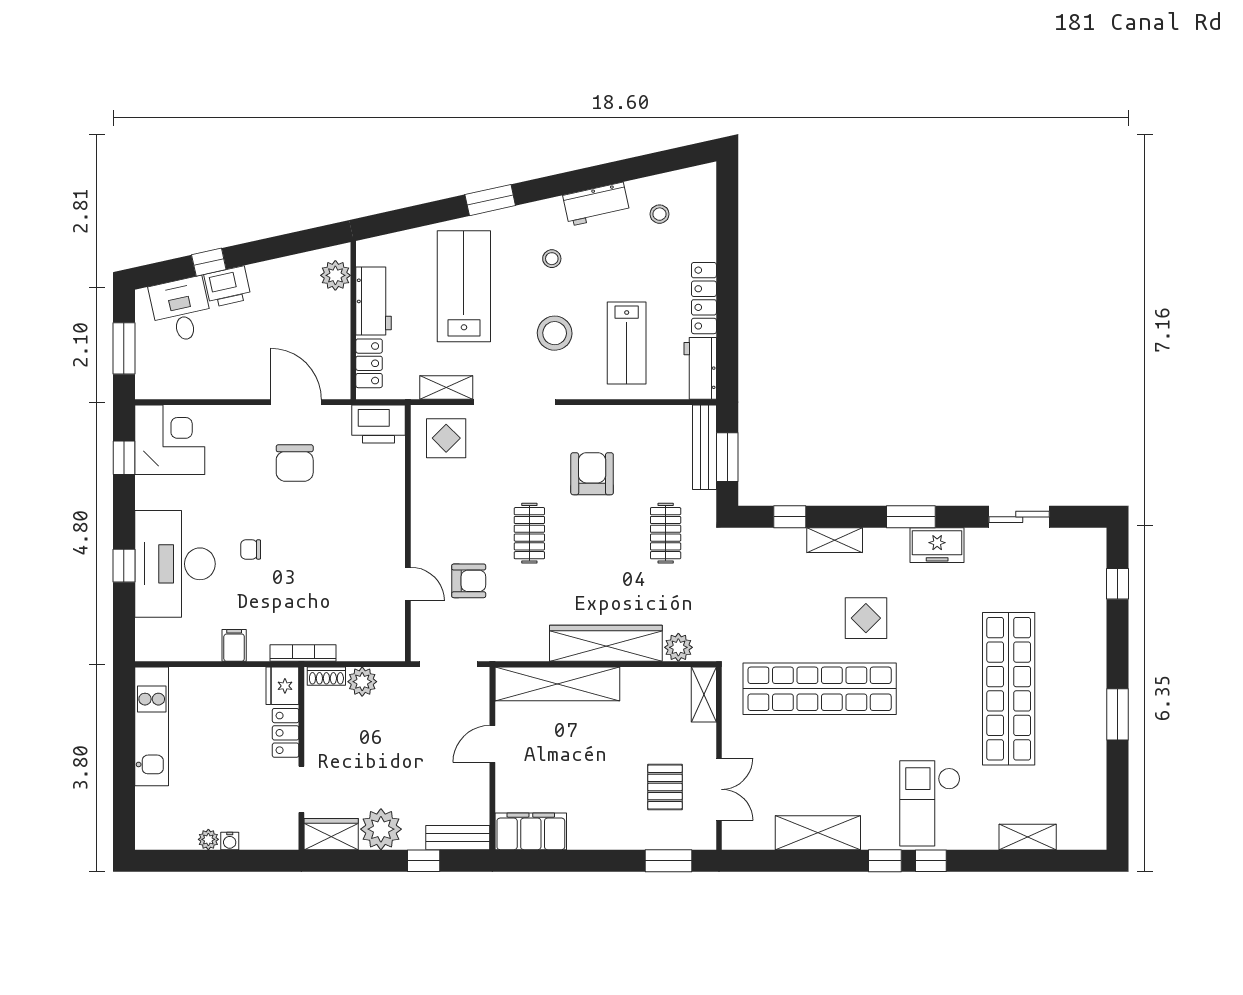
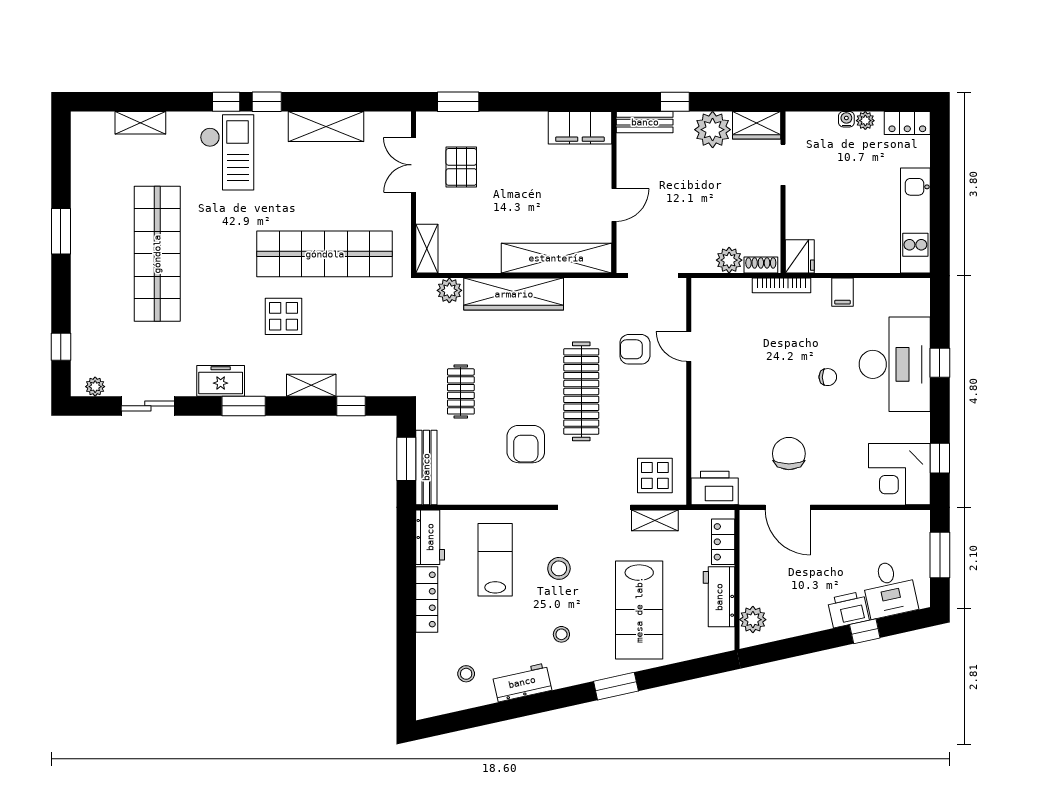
stool: (555, 333) -> (559, 568), width x0.73, depth x0.73
clothes rail: (529, 533) -> (581, 391), width x1.86, depth x1.31
plant: (1079, 539) -> (95, 387), added
locker: (286, 733) -> (907, 123), moved, turned 90

